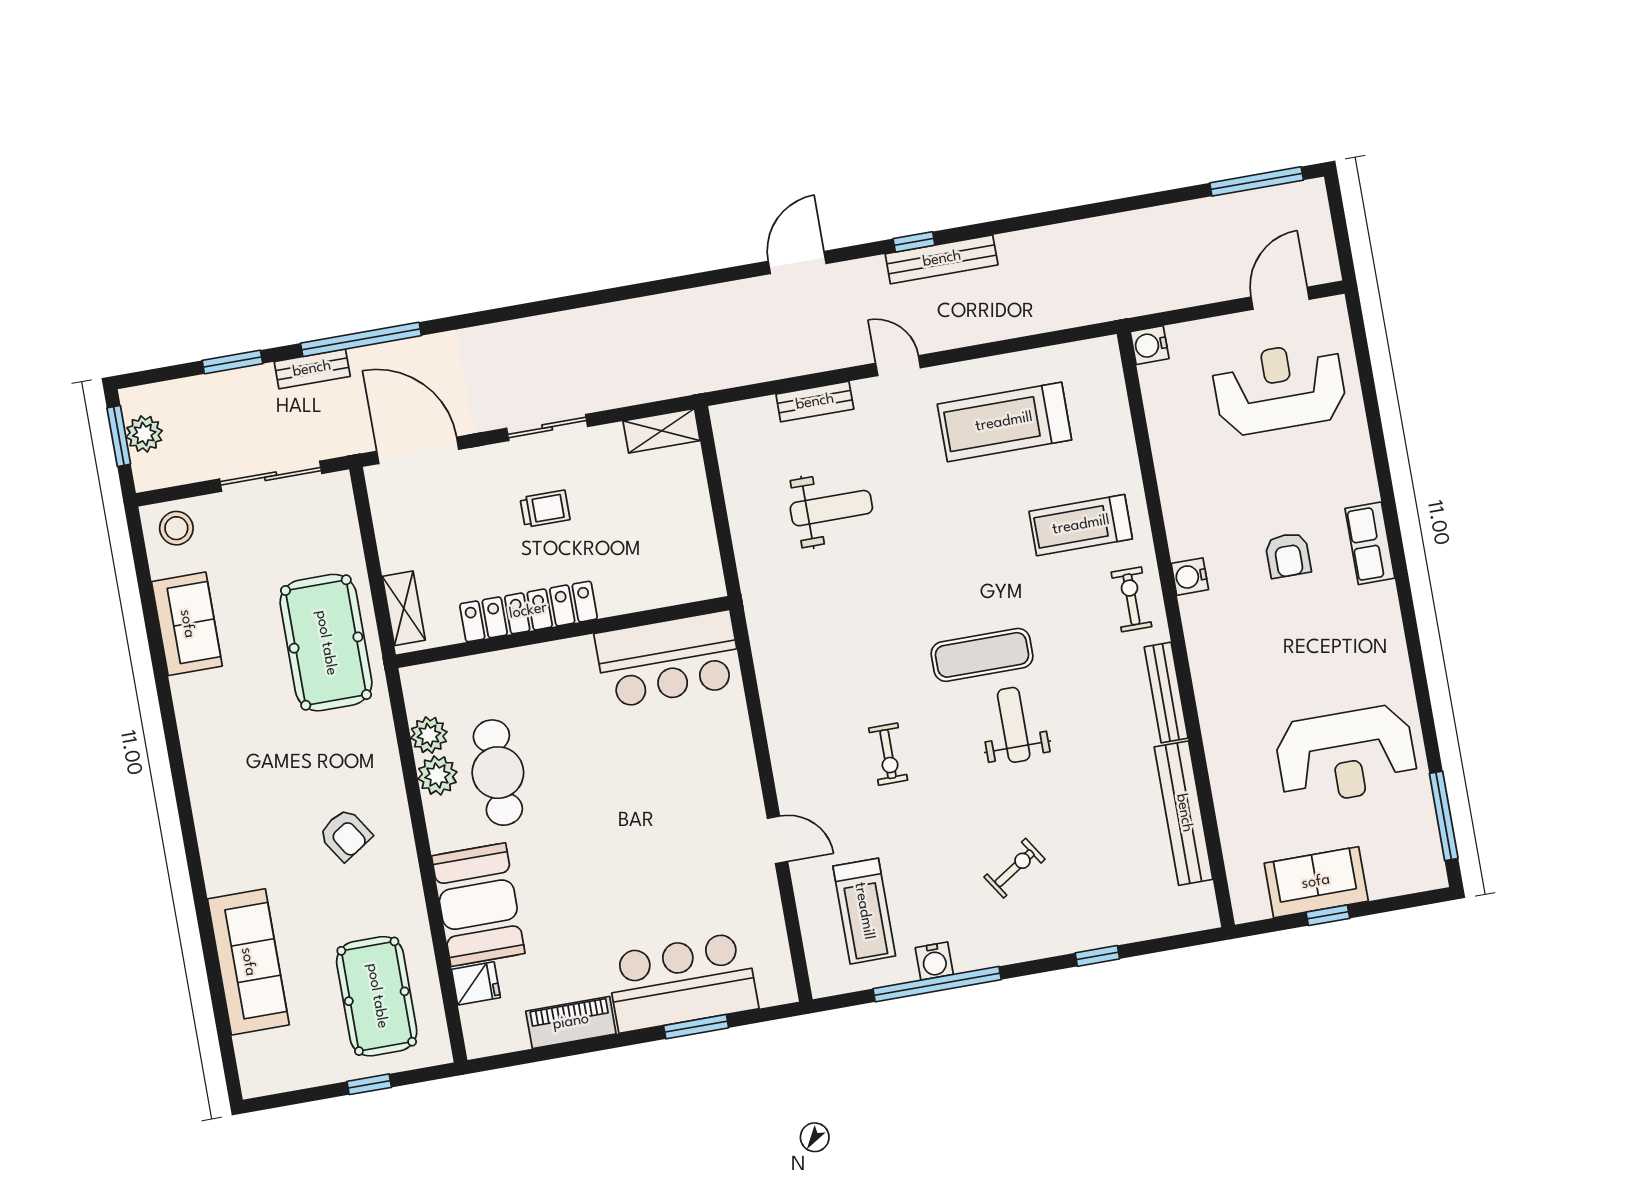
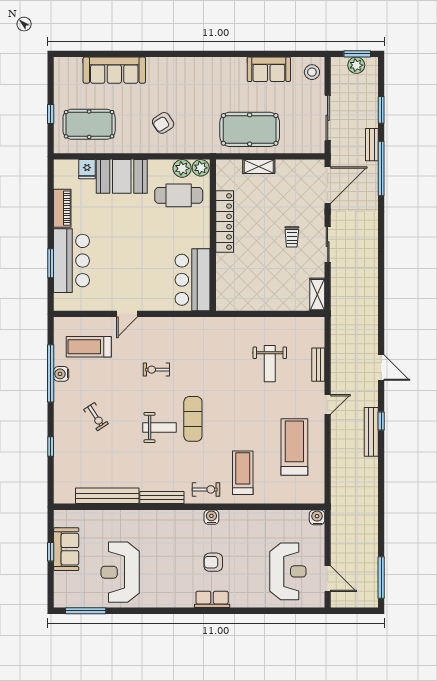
locker: (528, 611) -> (225, 221), moved
wall: (563, 632) -> (213, 235), moved
bar counter: (668, 659) -> (193, 280), moved

